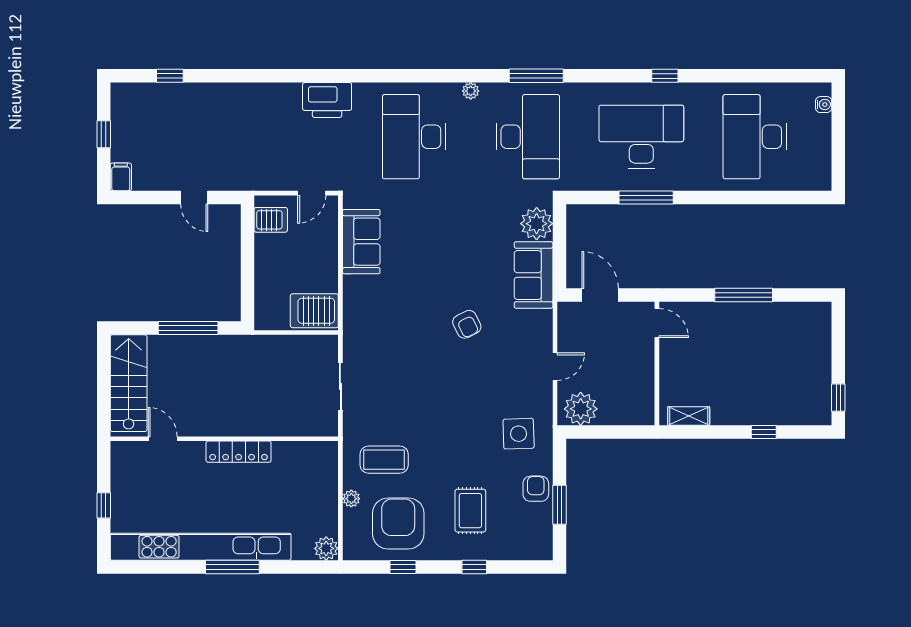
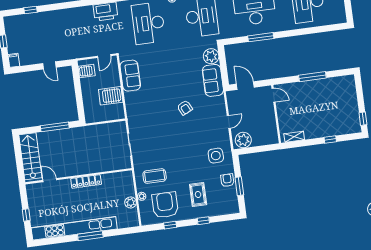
server rack: (314, 311) -> (111, 96), moved
plant: (326, 548) -> (131, 202), moved

